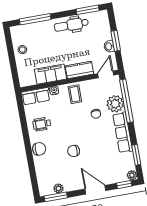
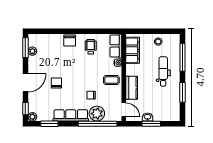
window: (88, 10) -> (182, 92), moved
dental chair: (71, 25) -> (163, 71), moved
filing cabinet: (51, 74) -> (133, 50), moved
chair: (74, 151) -> (56, 83), moved

